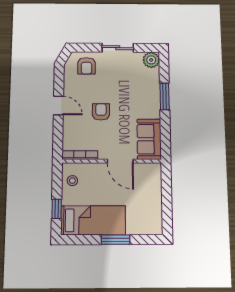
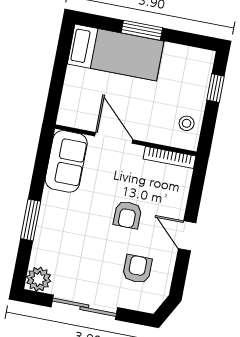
sliding door: (118, 48) -> (84, 307), width x1.37
armchair: (86, 66) -> (137, 269), moved
bed: (93, 220) -> (116, 53), moved, turned 180

